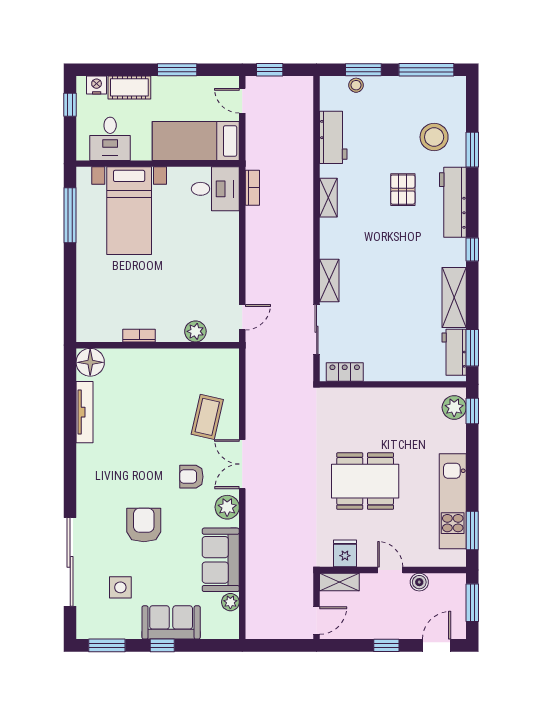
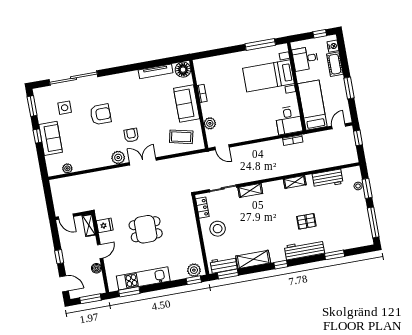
stool: (434, 137) -> (218, 229), moved
coffee table: (207, 417) -> (181, 137), moved
dining table: (365, 481) -> (146, 229), width x0.73
sofa: (221, 560) -> (187, 103), moved, turned -90

